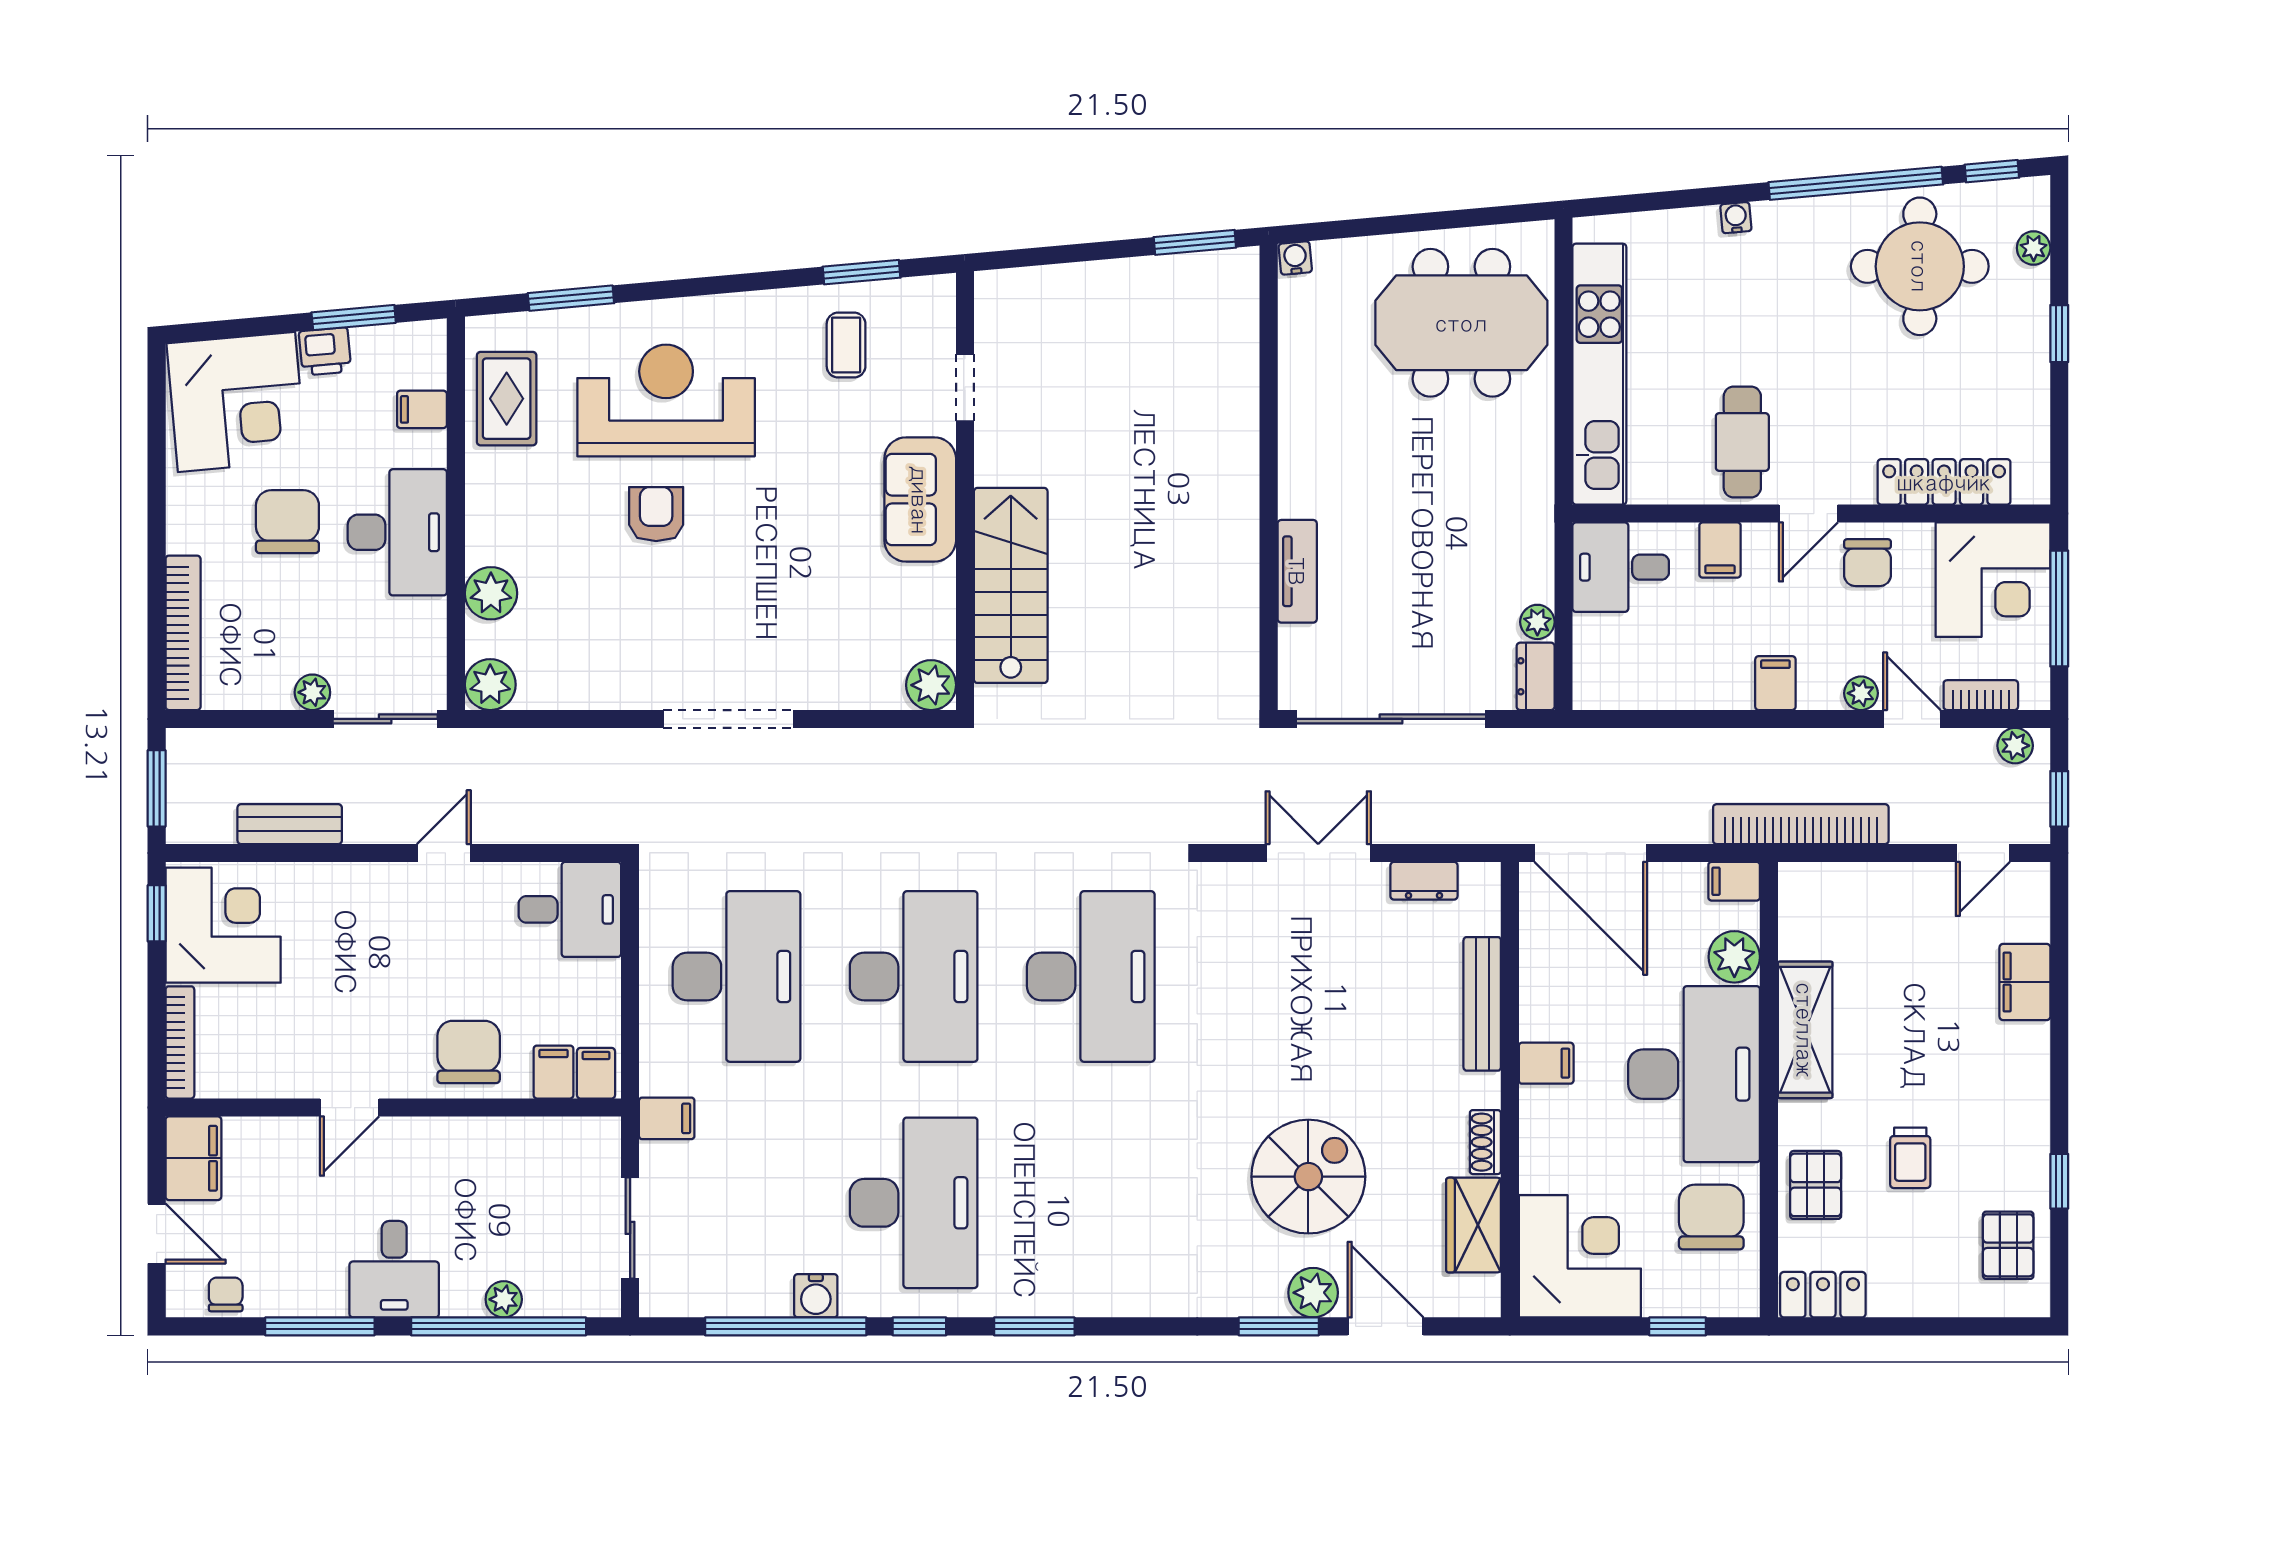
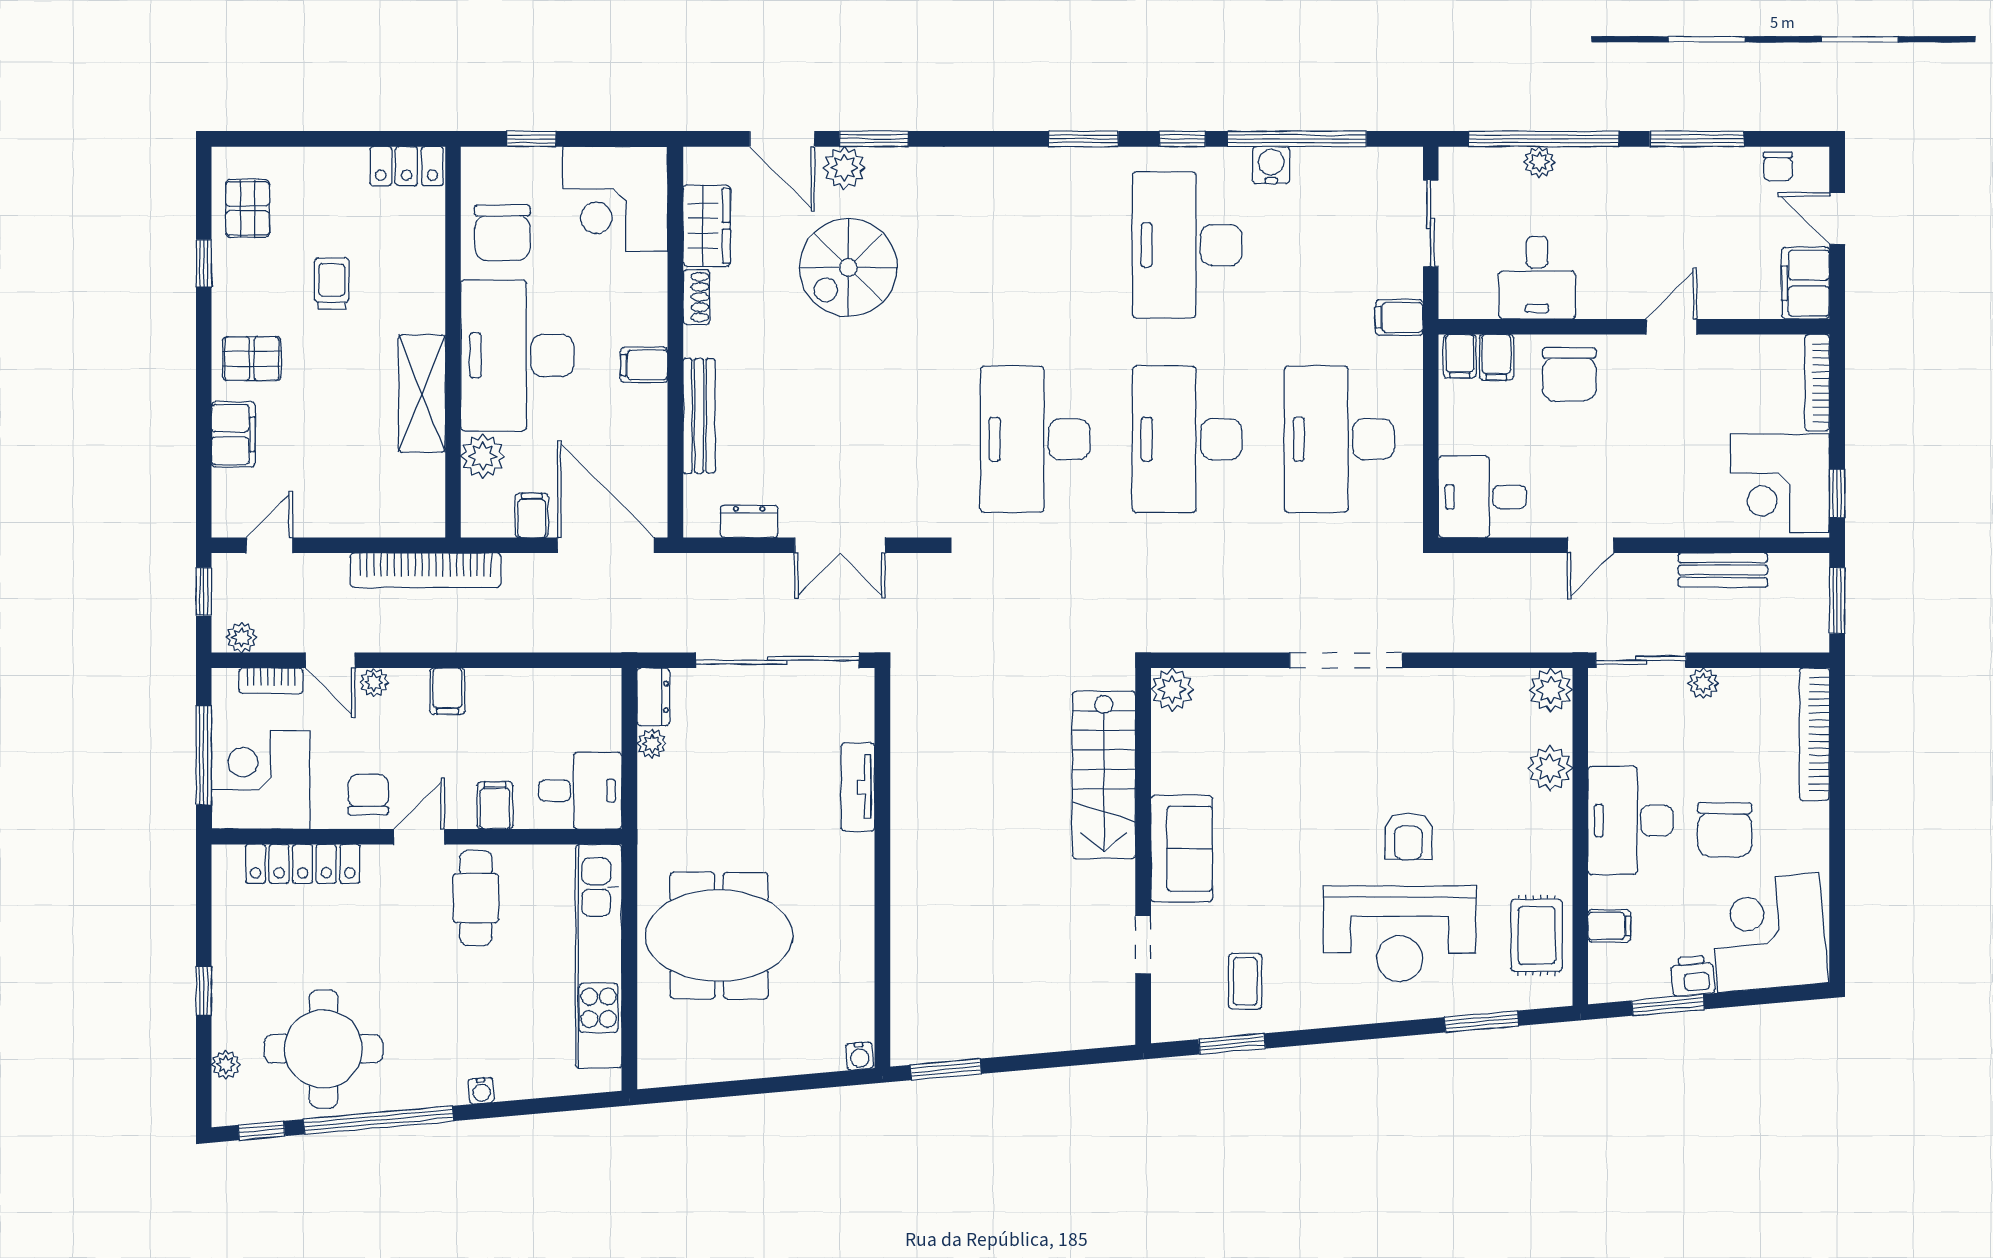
meeting table: (1461, 323) -> (719, 936), moved
filing cabinet: (1734, 881) -> (532, 515), moved, turned -90
pallet: (1816, 1185) -> (252, 359), moved, turned 90
desk: (394, 1269) -> (1537, 278), moved, turned 180

